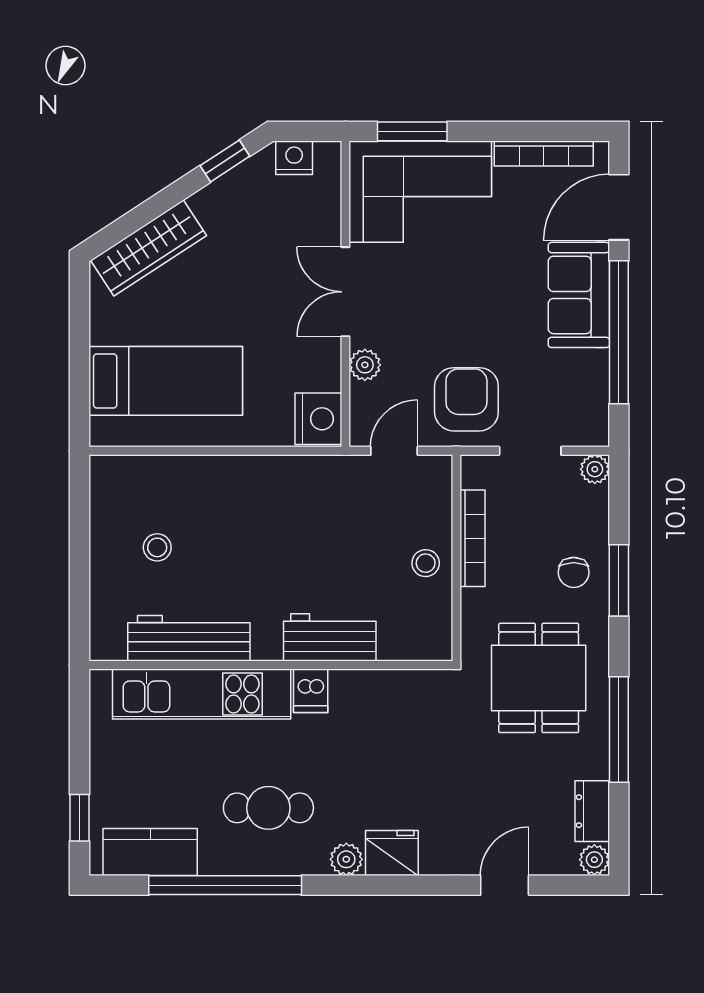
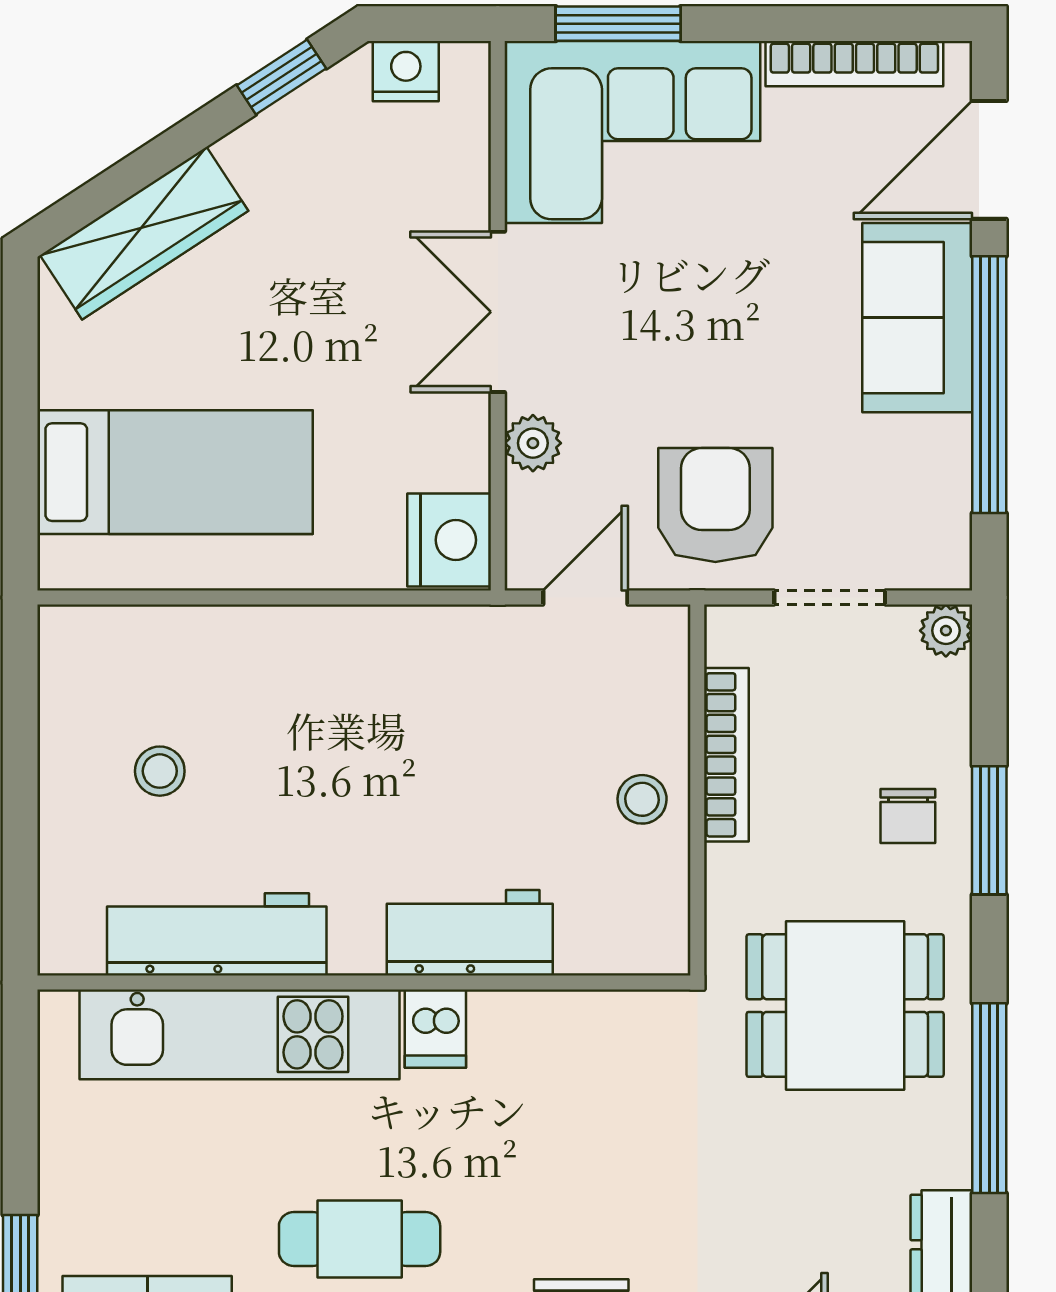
dining table: (539, 678) -> (845, 1006), turned 90

